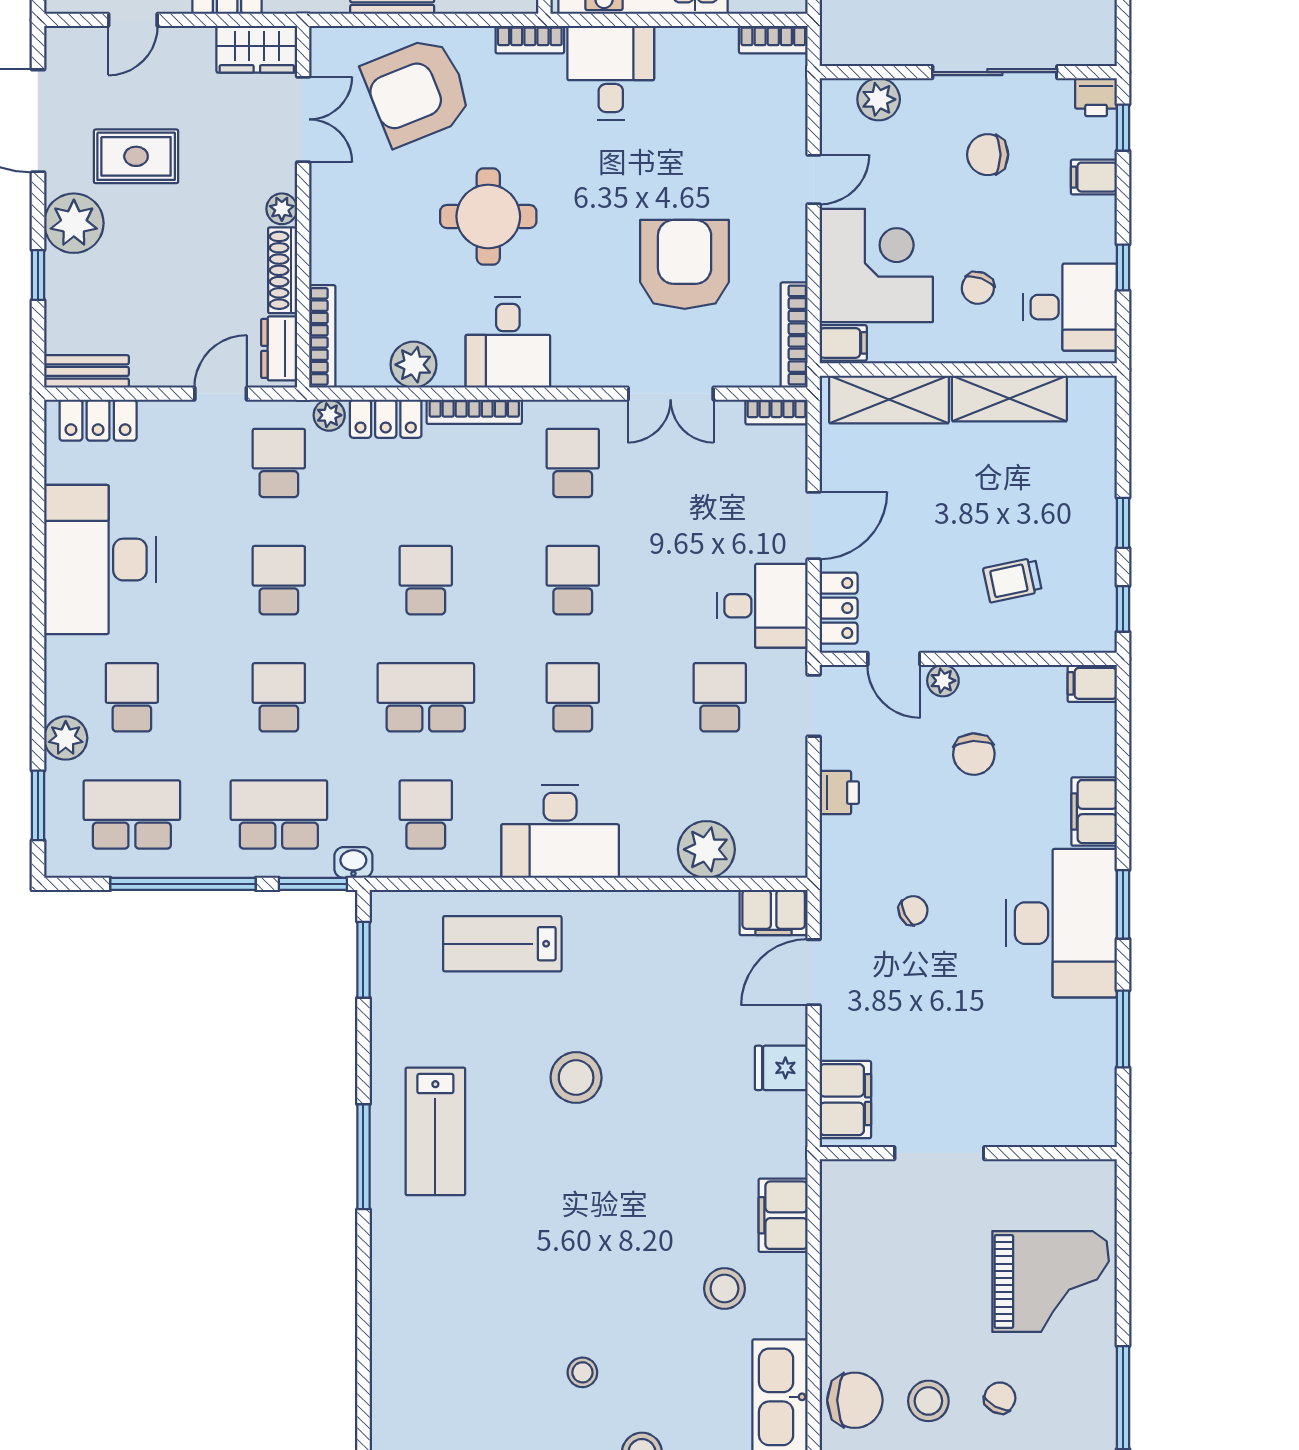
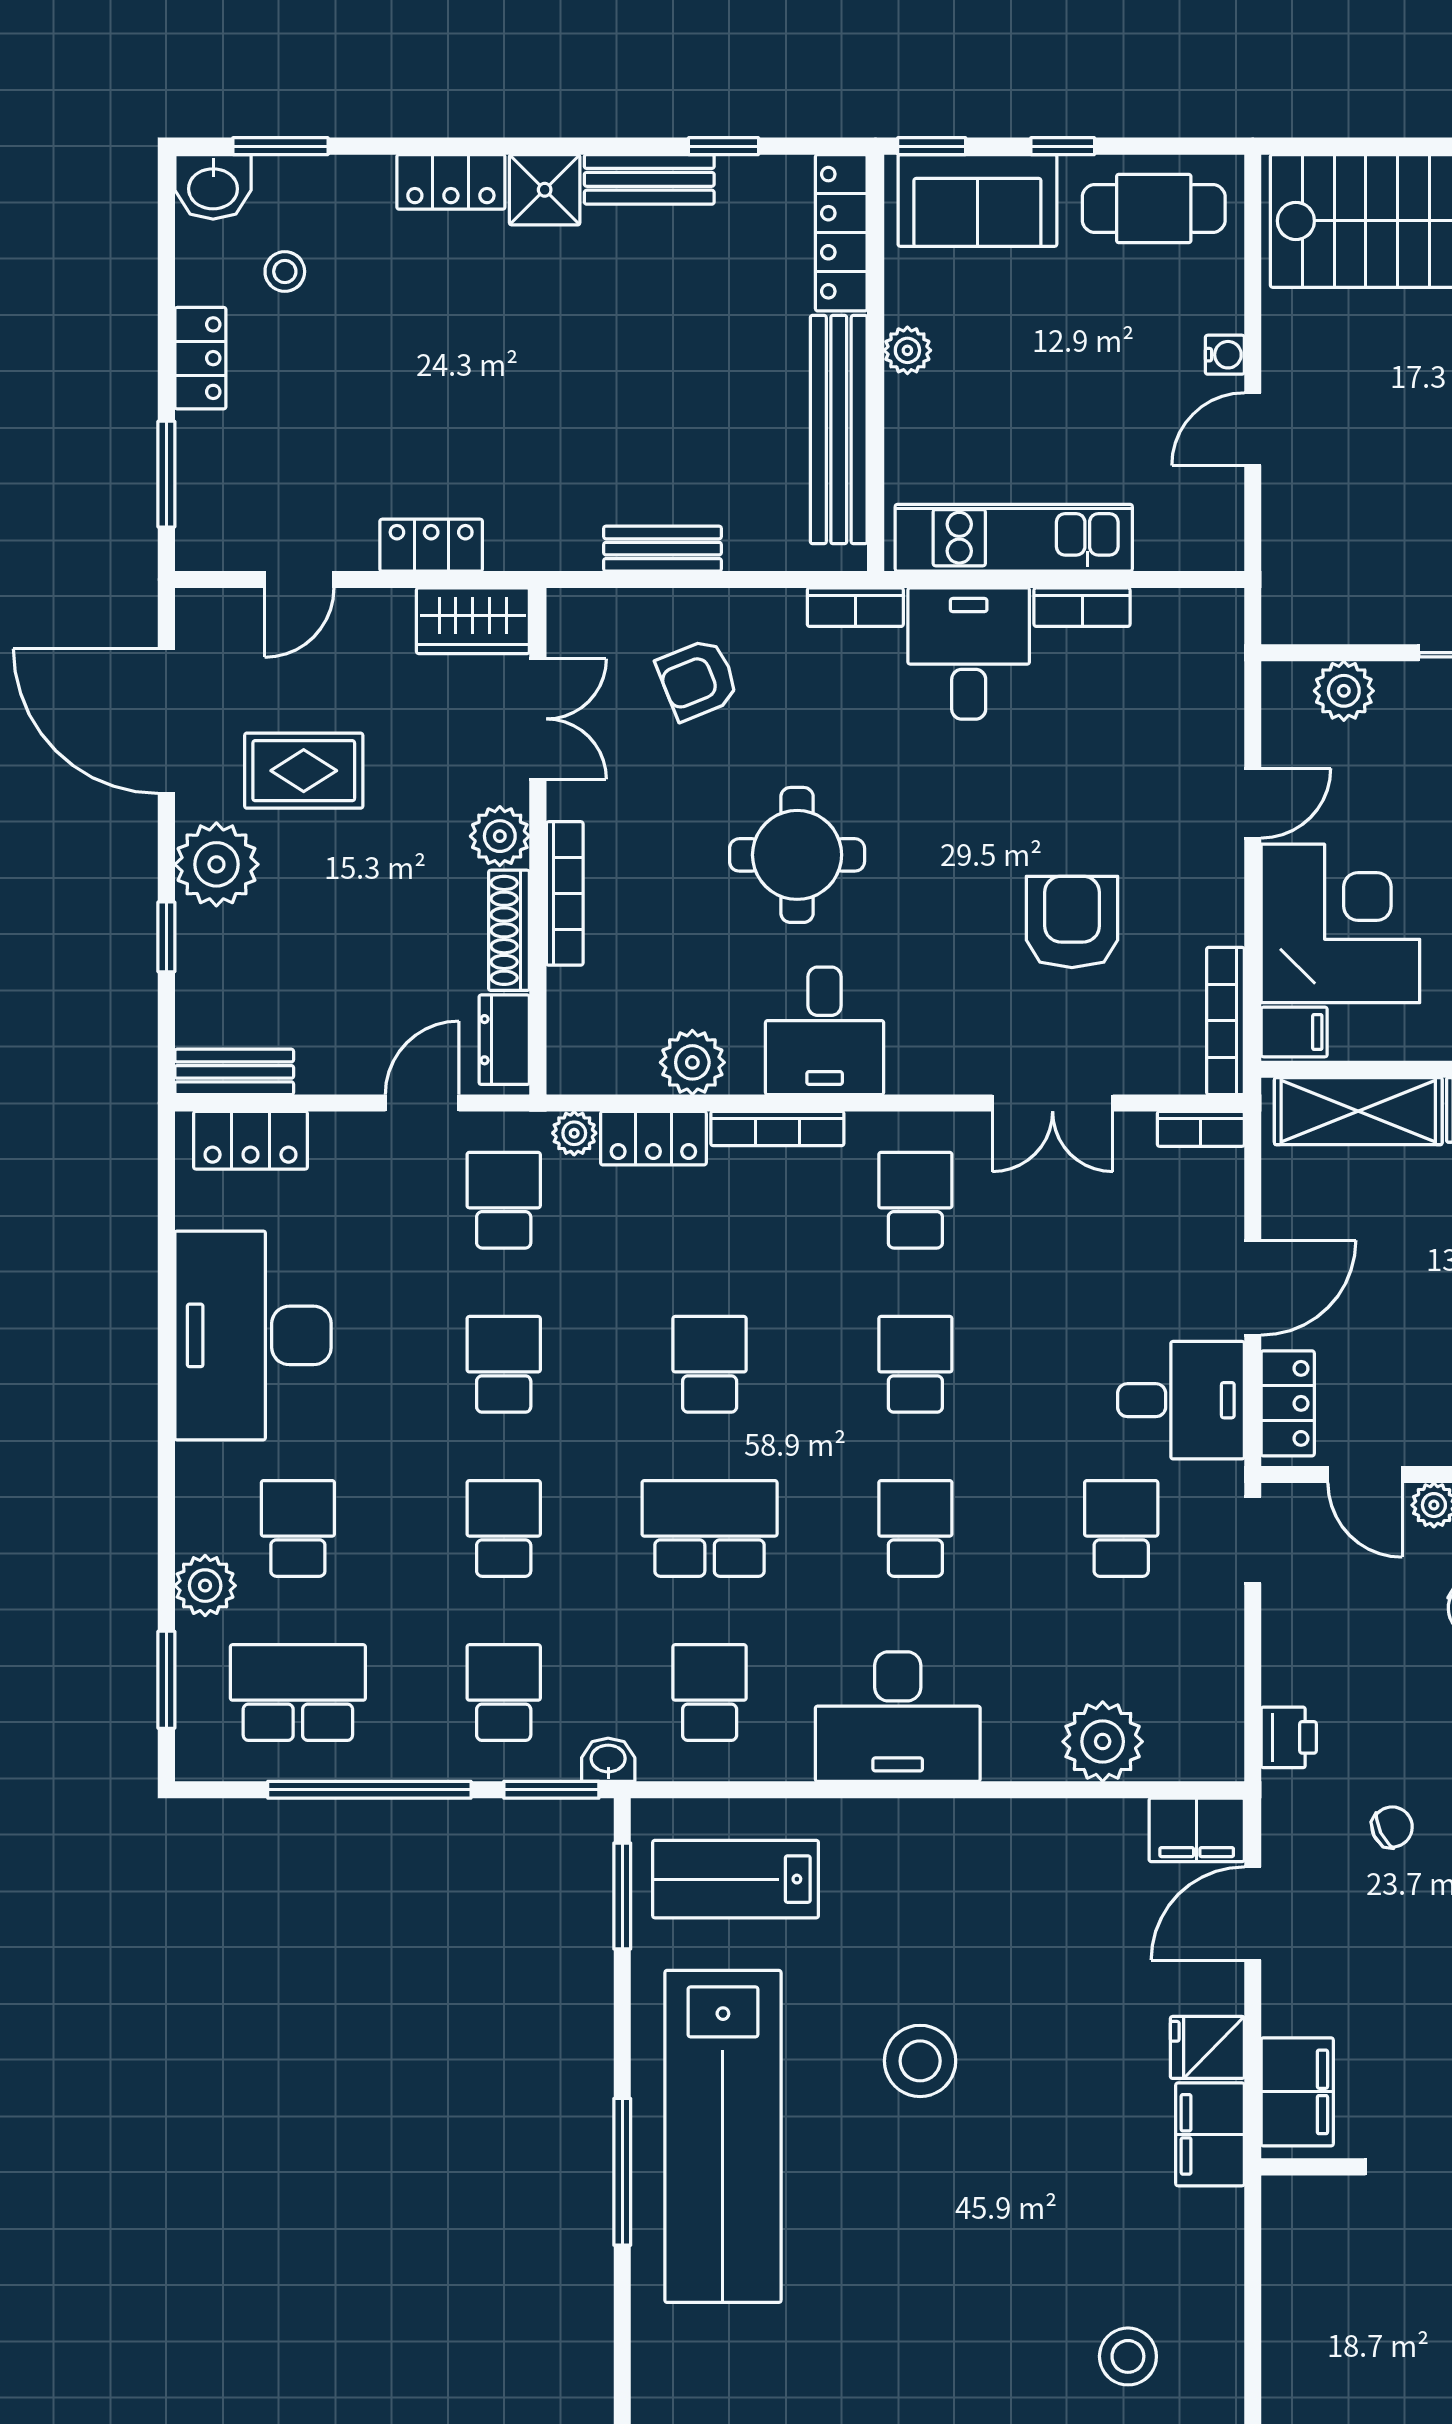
bookcase: (773, 40) -> (1082, 607), moved
armchair: (417, 91) -> (698, 679), width x0.53, depth x0.53
plant: (282, 209) -> (500, 836), width x1.38, depth x1.38
armchair: (685, 264) -> (1072, 922), width x0.73, depth x0.73
bookcase: (322, 336) -> (565, 893), moved
printer: (839, 793) -> (1289, 1737), moved
school desk: (279, 815) -> (504, 1693), width x0.54
lab bench: (502, 944) -> (736, 1879), moved
lab bench: (435, 1131) -> (723, 2136), width x1.86, depth x1.39
filing cabinet: (783, 1215) -> (1210, 2134), moved

